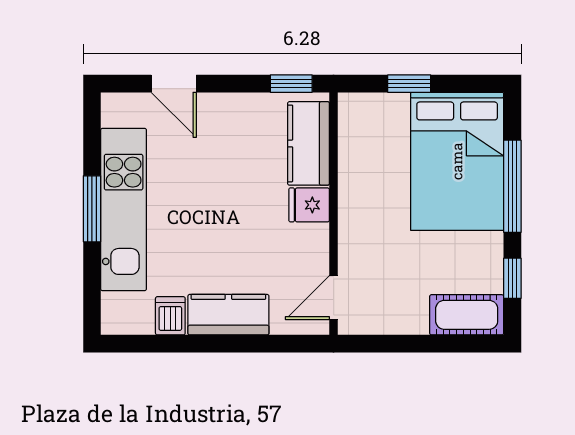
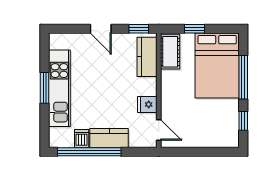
door: (174, 84) -> (101, 29), moved
fridge: (309, 205) -> (147, 104), moved
door: (334, 298) -> (159, 130), swing flipped
cot: (467, 315) -> (170, 52), moved, turned 90
window: (187, 344) -> (89, 152), added

